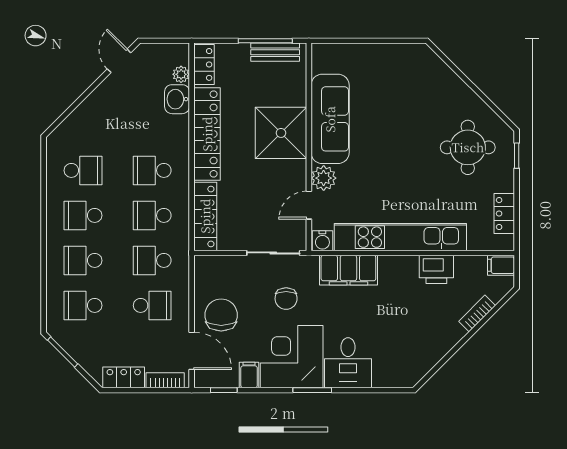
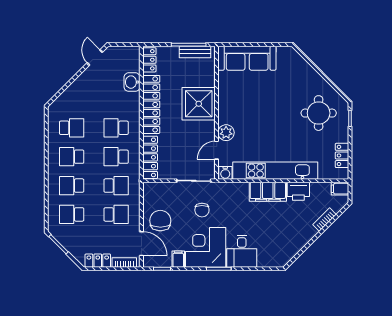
plant: (181, 74) -> (135, 66), removed
sofa: (330, 119) -> (247, 58), moved, turned 90
school desk: (152, 260) -> (116, 186), turned 180
filing cabinet: (348, 270) -> (268, 192), moved

